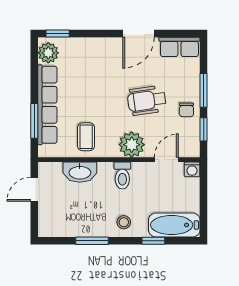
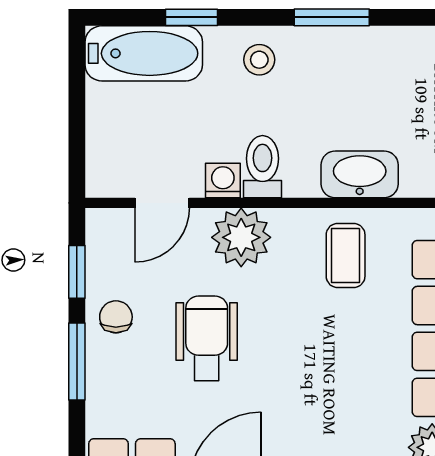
wheelchair: (147, 100) -> (207, 338), turned -82
washing machine: (192, 169) -> (223, 181), moved

